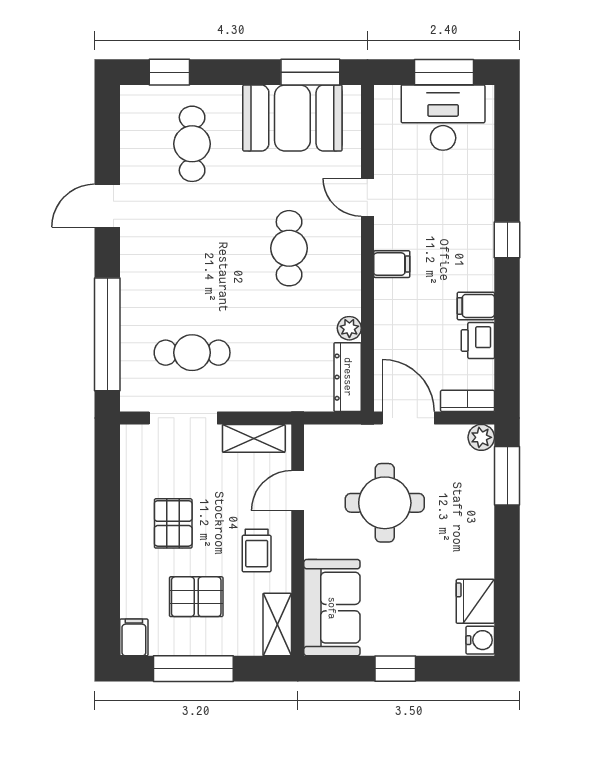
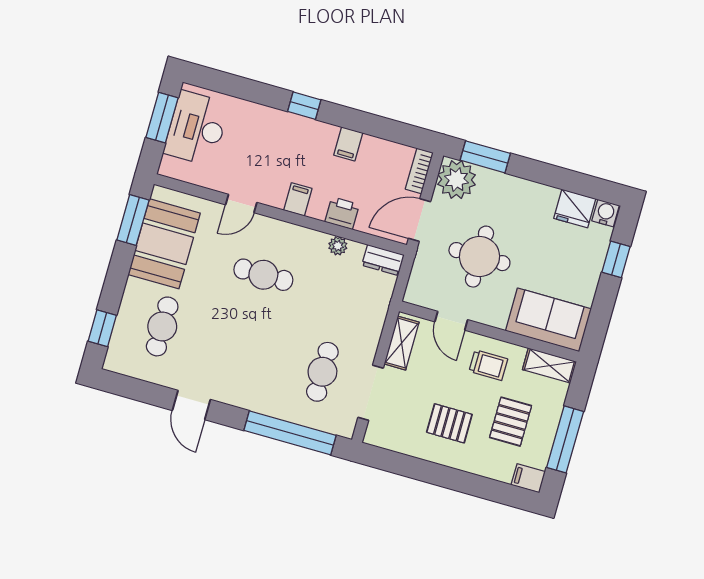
cafe table: (192, 144) -> (162, 326), turned 90
printer: (478, 340) -> (342, 213), moved, turned 180
dresser: (348, 377) -> (383, 260), width x0.70
plant: (481, 437) -> (457, 180), width x1.88, depth x1.88
window: (395, 669) -> (616, 259), moved

